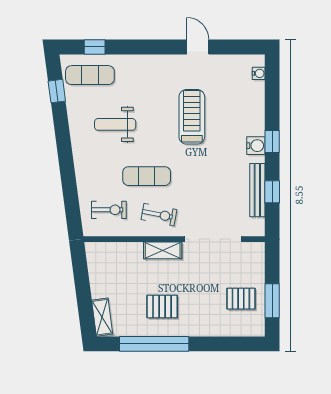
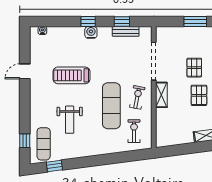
weight bench: (115, 124) -> (70, 120), moved
exercise mat: (147, 176) -> (111, 106), width x1.36, depth x1.45
bench: (257, 190) -> (126, 31), width x0.73
pallet: (241, 299) -> (194, 68), moved

